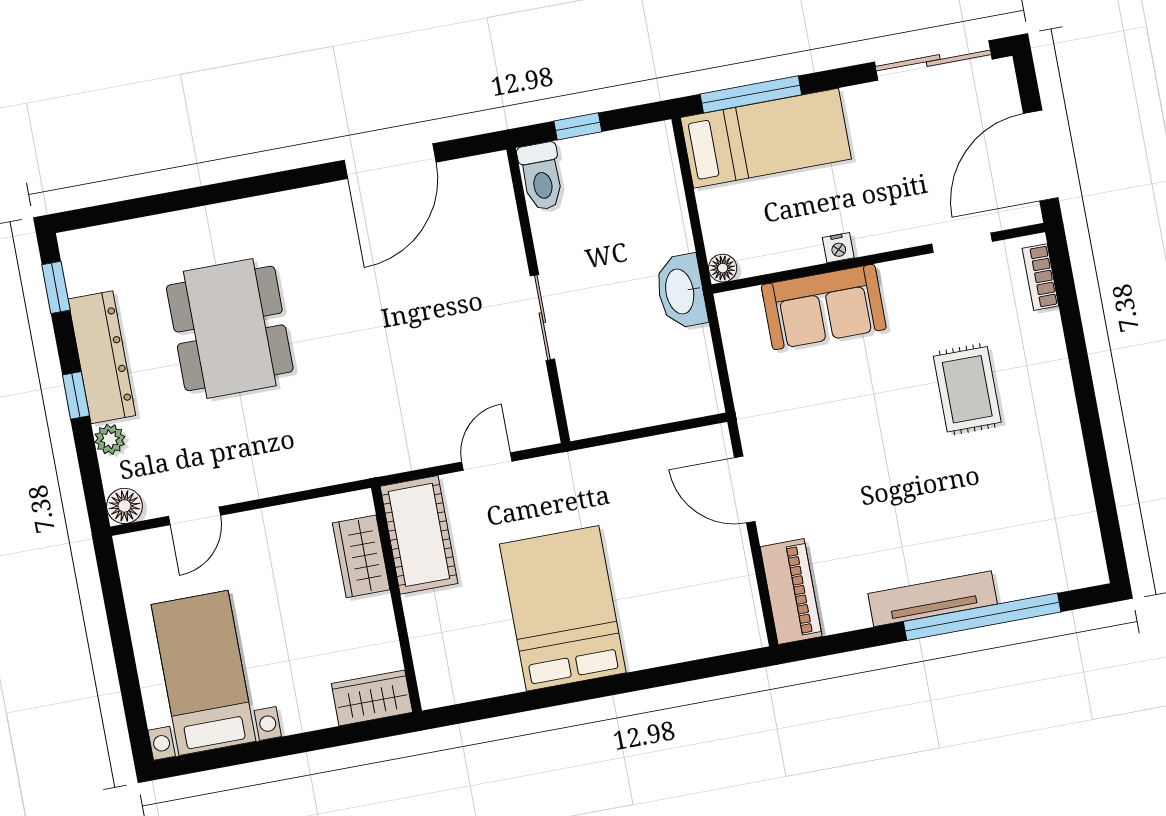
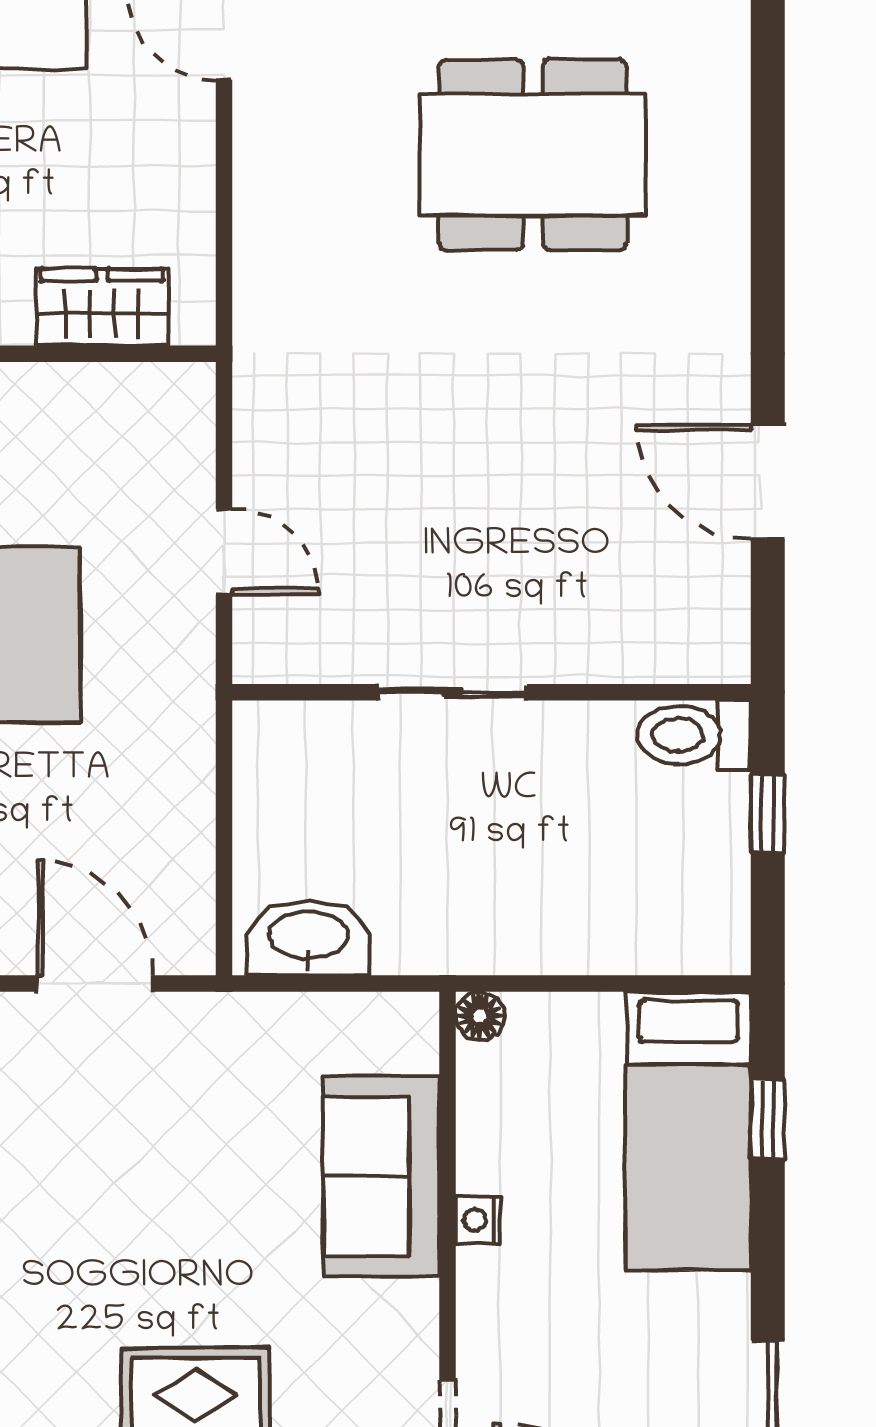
window: (751, 94) -> (768, 1119), width x0.46
door: (390, 161) -> (768, 482), width x0.73
washbasin: (681, 291) -> (308, 937), moved
door: (745, 490) -> (95, 983), hinge flipped
cot: (419, 535) -> (120, 413), removed

